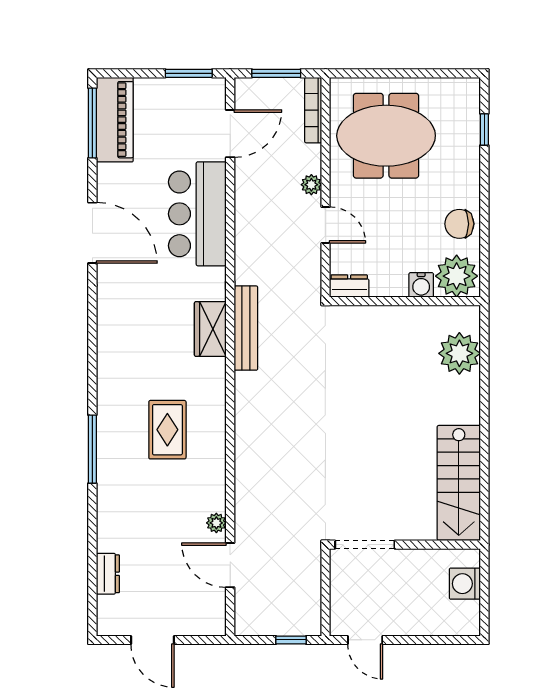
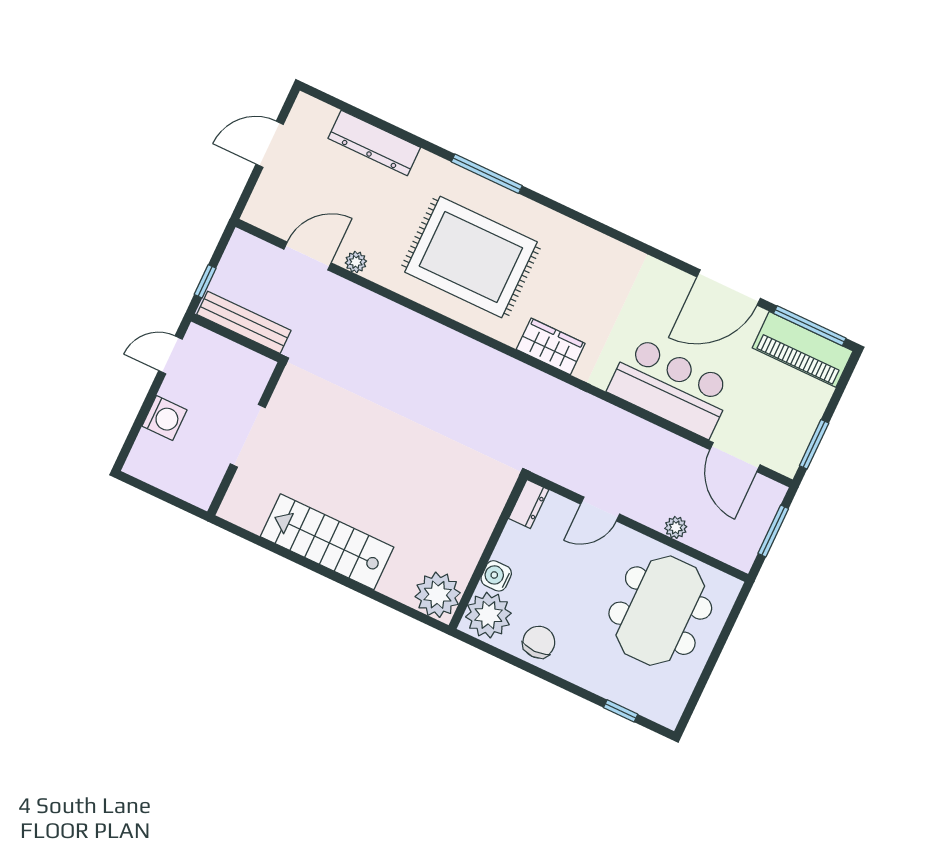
bookcase: (313, 110) -> (720, 550), removed
plant: (311, 185) -> (676, 527), moved
door: (92, 233) -> (729, 288), moved
bench: (246, 328) -> (244, 322), moved
plant: (459, 353) -> (438, 595), moved
rug: (167, 430) -> (471, 257), width x1.86, depth x2.06
stairs: (459, 483) -> (327, 542), moved
doorway: (365, 545) -> (248, 436), moved
dresser: (108, 574) -> (374, 143), width x1.96, depth x1.24
washing machine: (465, 584) -> (164, 418), moved, turned 90

